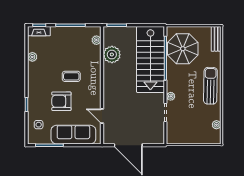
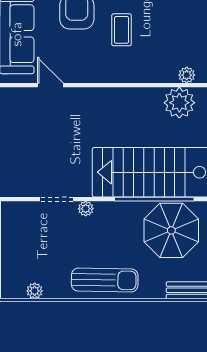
plant: (112, 55) -> (179, 103), moved
door: (102, 116) -> (50, 85), hinge flipped

